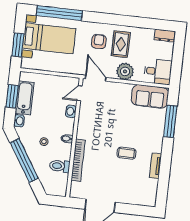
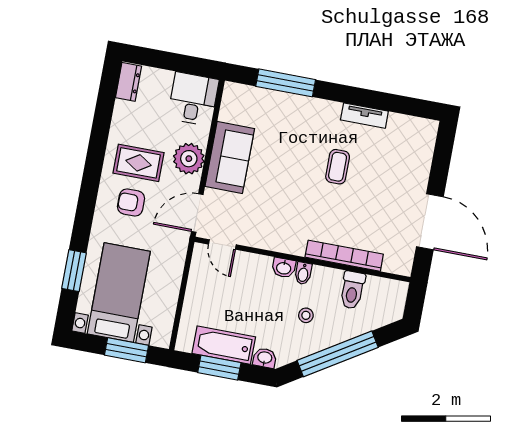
window: (59, 13) -> (74, 271), width x0.47
sofa: (150, 96) -> (230, 158), moved
washbasin: (71, 111) -> (284, 268), moved

